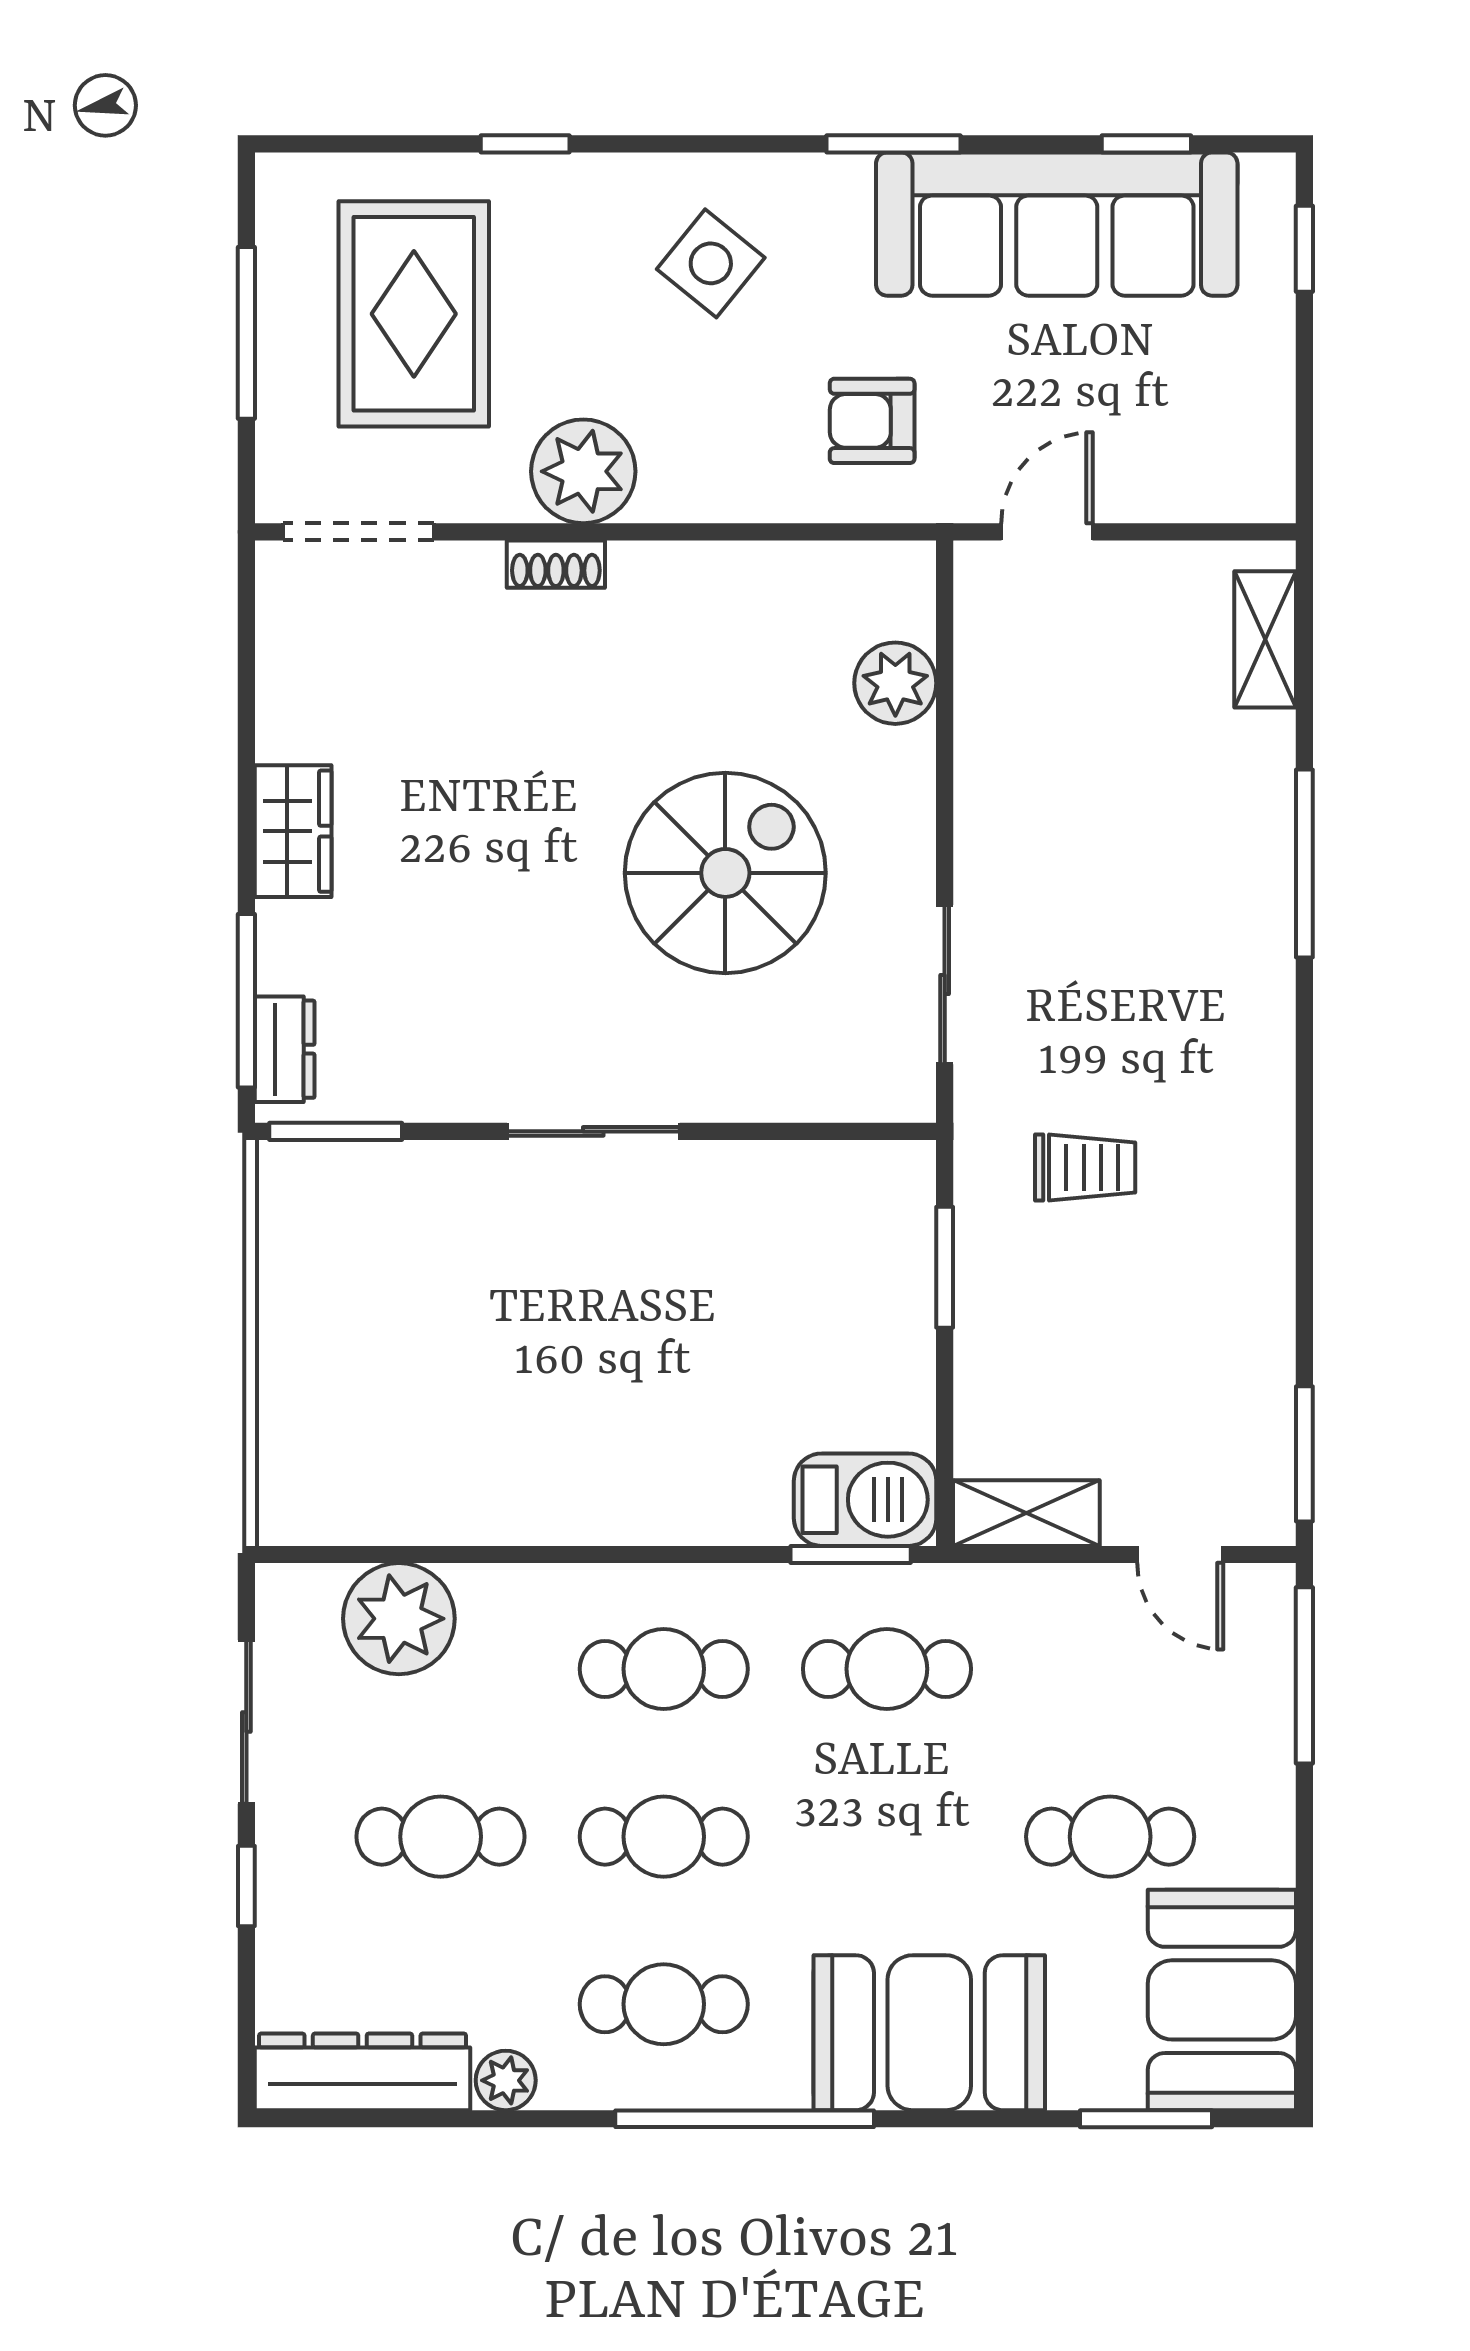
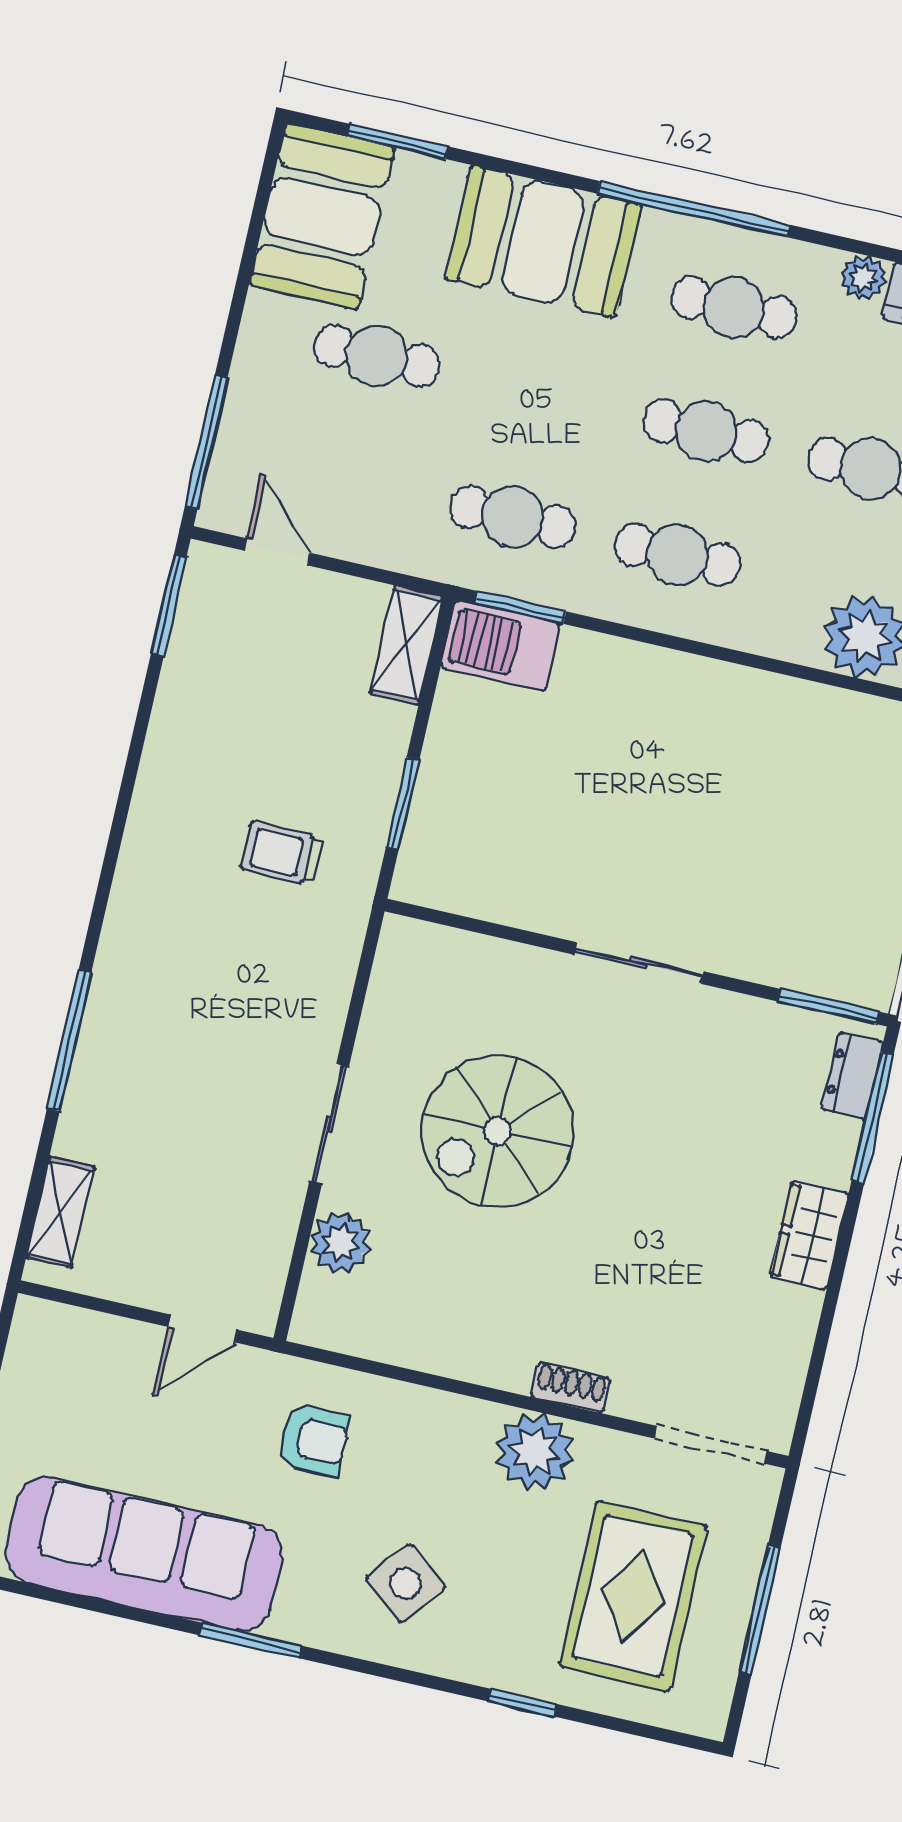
window: (1146, 144) -> (64, 1598), removed
sliding door: (945, 985) -> (329, 1124), moved
shelving: (1026, 1513) -> (407, 645), moved, turned 90

